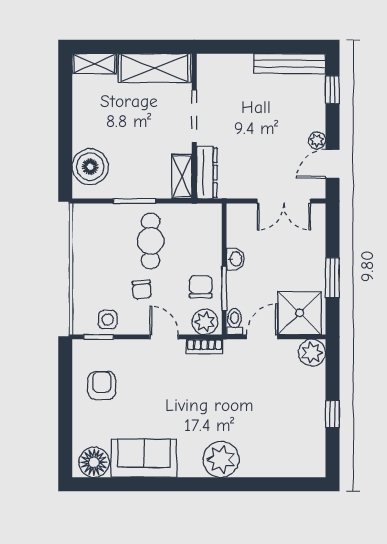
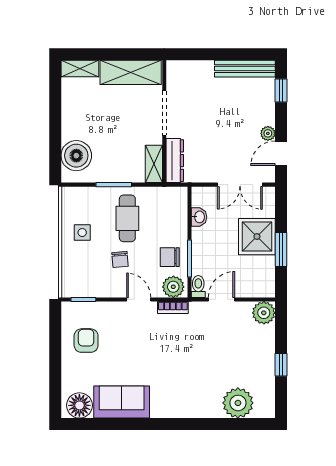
washbasin: (236, 259) -> (199, 217), moved
chair: (201, 287) -> (170, 257), turned -90
shower: (300, 313) -> (257, 237), moved
side table: (108, 320) -> (82, 233), moved
plant: (221, 459) -> (238, 403), moved

